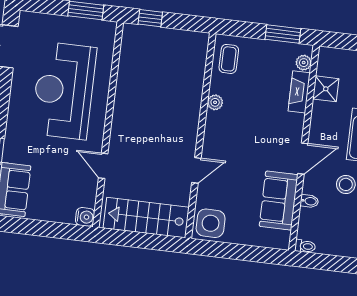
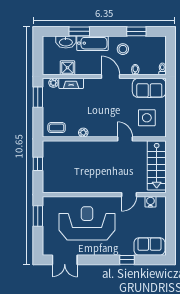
window: (150, 18) -> (38, 164), moved
reception desk: (64, 91) -> (87, 223), turned 180
sofa: (279, 201) -> (149, 88), moved
water cooler: (85, 217) -> (150, 202), moved
side table: (211, 223) -> (147, 118), moved

